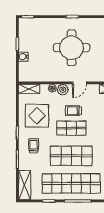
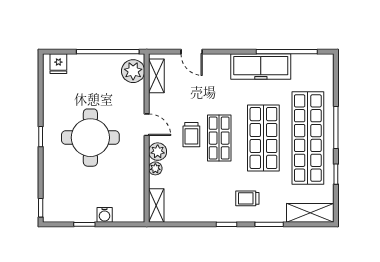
display table: (37, 116) -> (199, 193), removed

